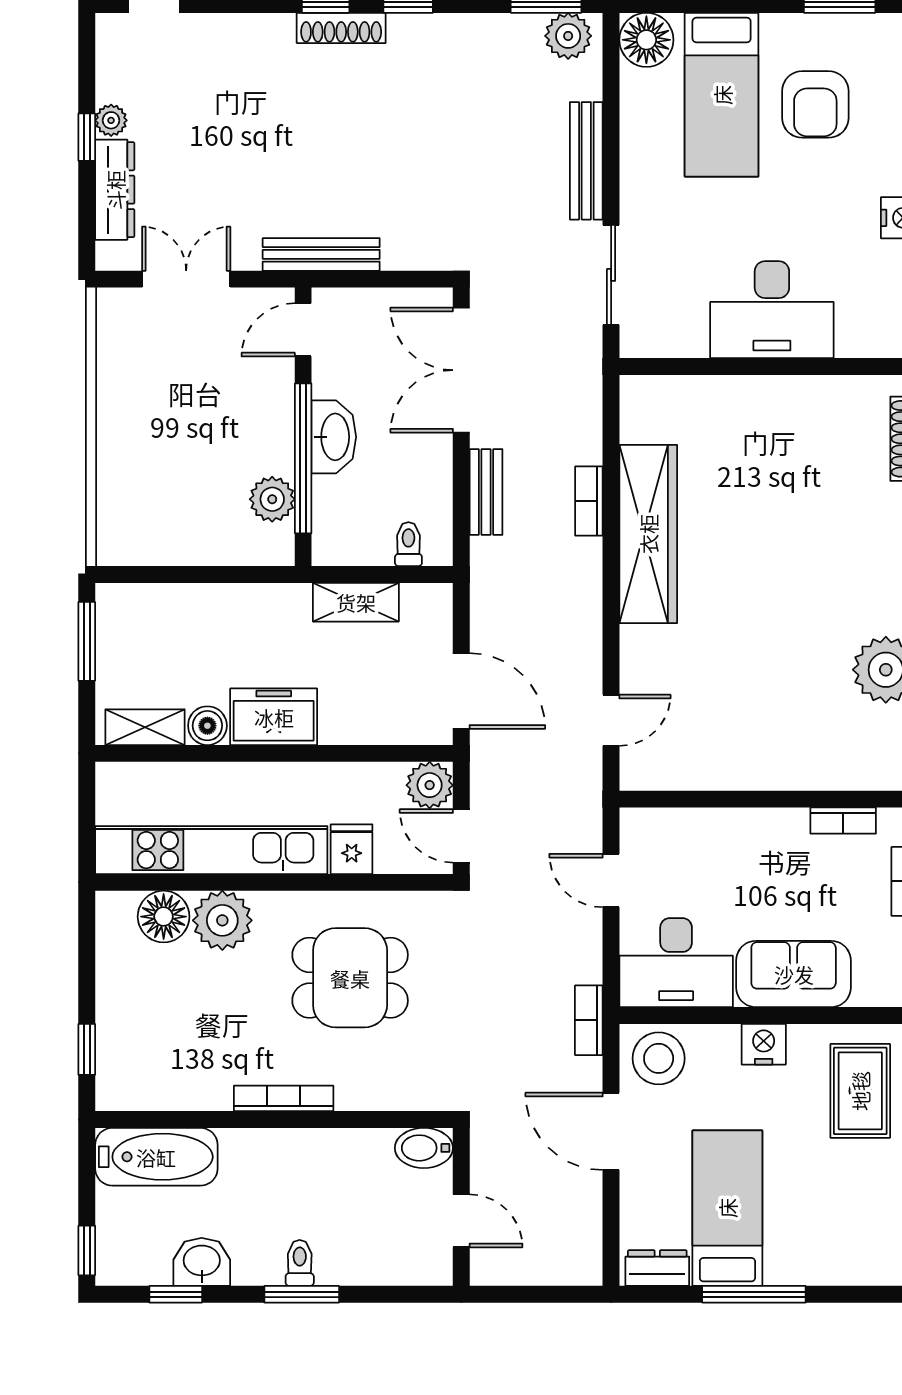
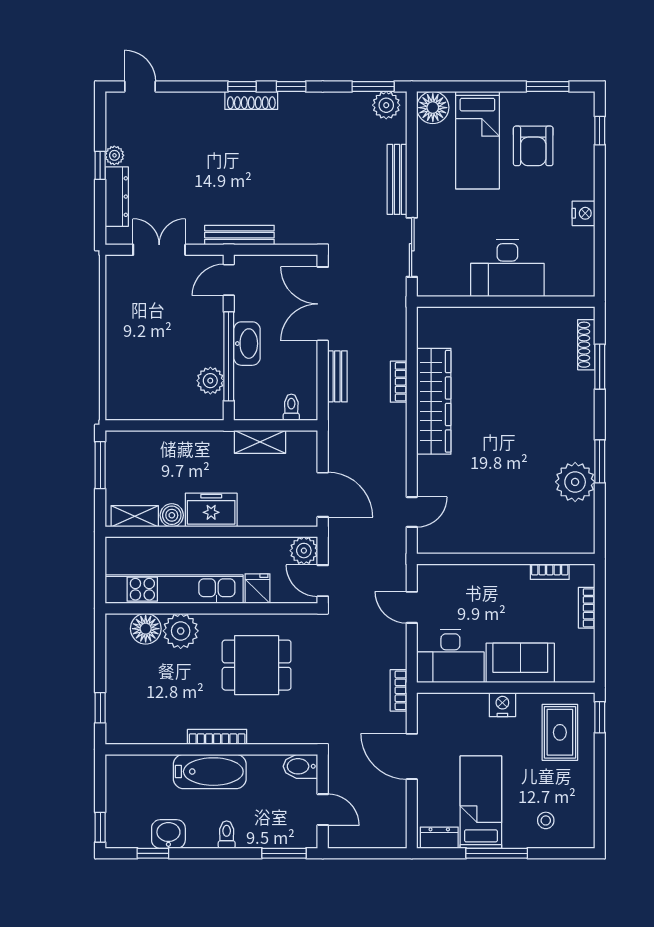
stool: (659, 1058) -> (546, 820), moved, width x0.53, depth x0.53
bathtub: (156, 1157) -> (210, 772), moved
window: (302, 1294) -> (284, 853), moved

